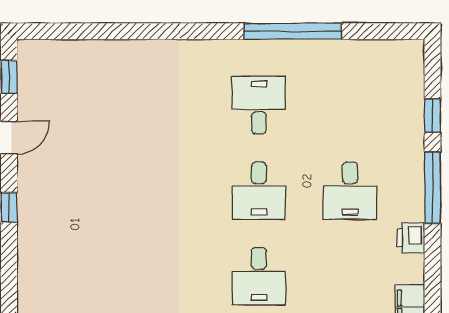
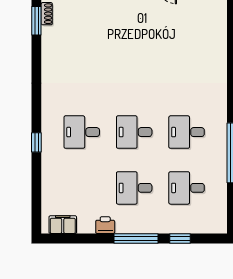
desk: (259, 105) -> (187, 132), turned 180
desk: (350, 105) -> (187, 188), added

